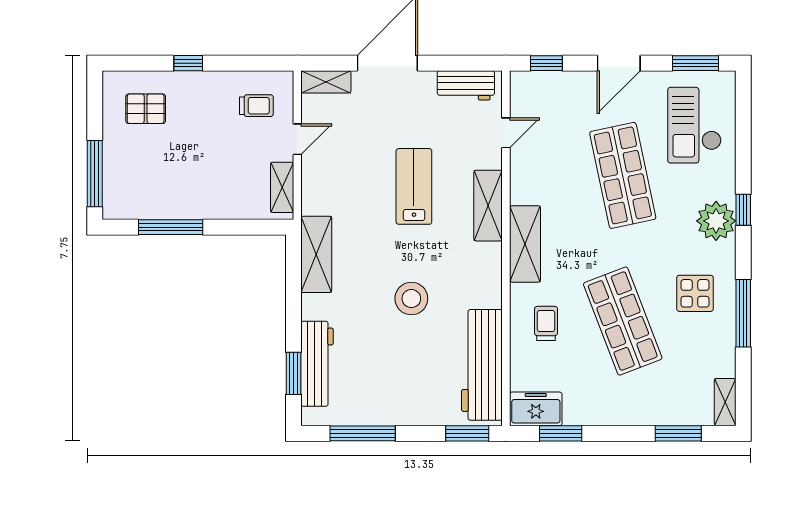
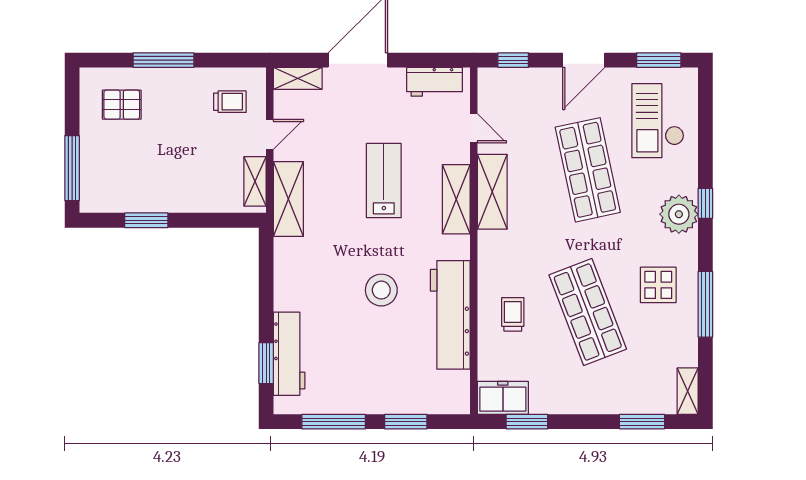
window: (188, 63) -> (163, 60), width x2.17
door: (506, 133) -> (474, 128), hinge flipped
window: (171, 227) -> (146, 220), width x0.69
shelving: (525, 244) -> (492, 192), moved
shelving: (316, 254) -> (288, 199), moved
workbench: (482, 365) -> (450, 315), moved
window: (467, 433) -> (406, 422), moved

